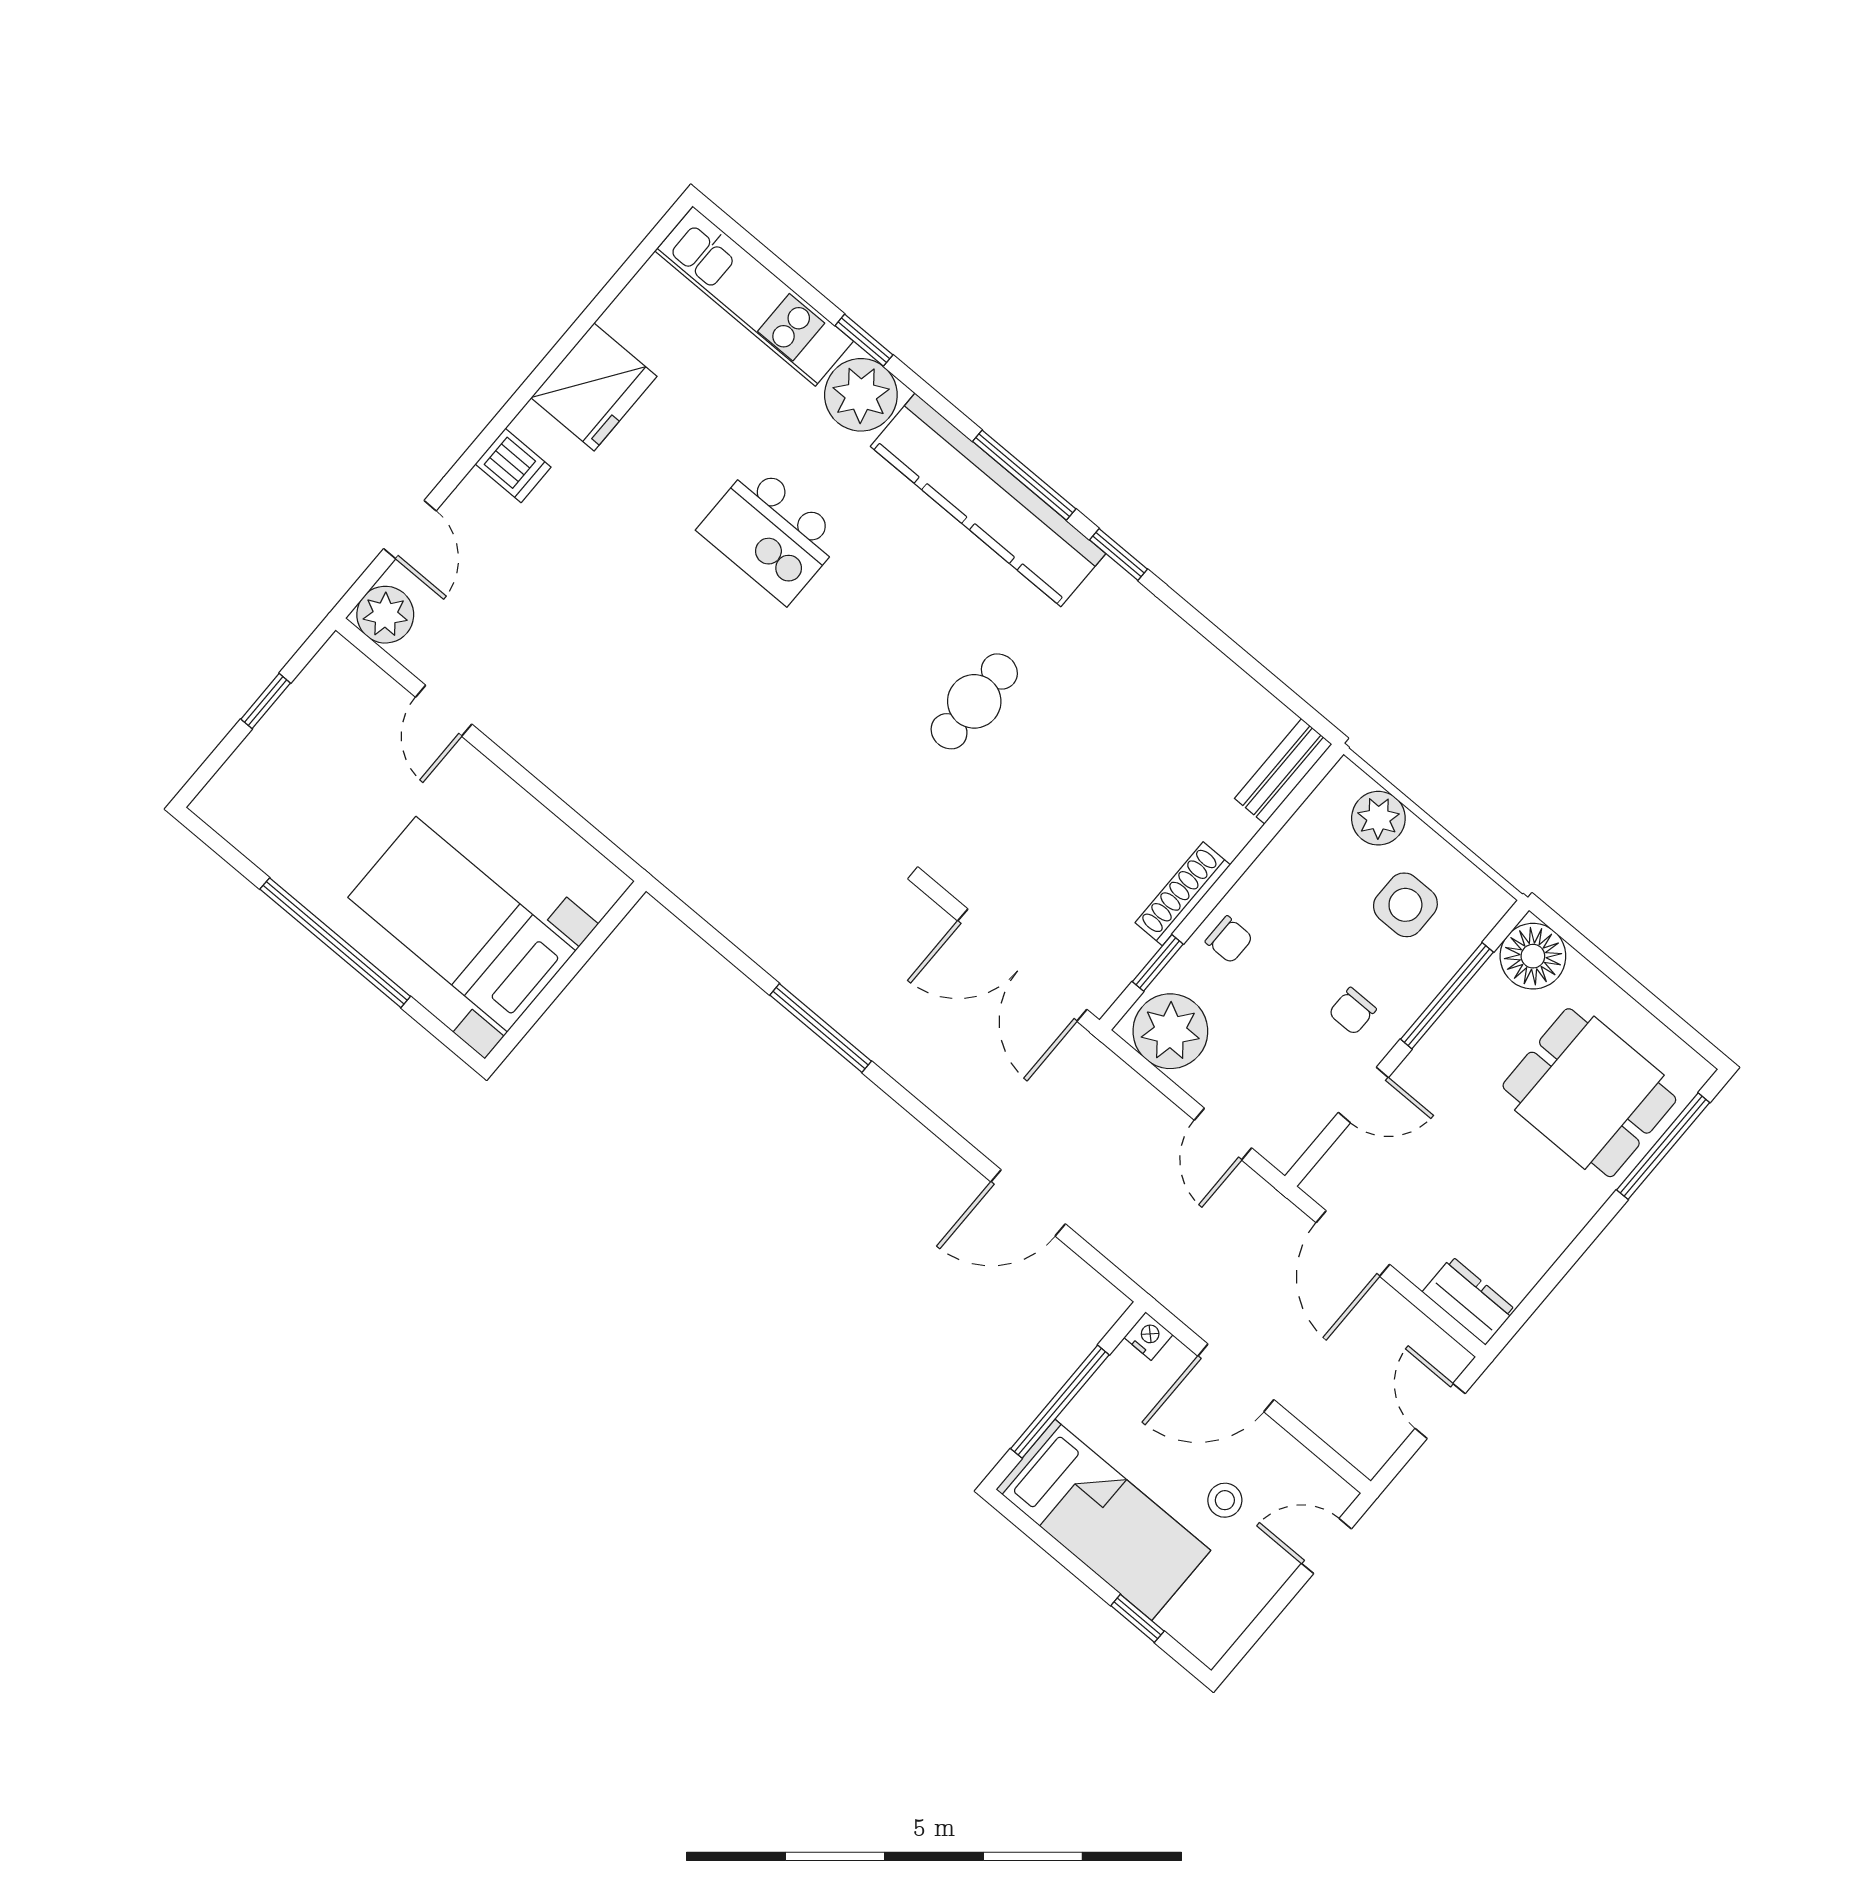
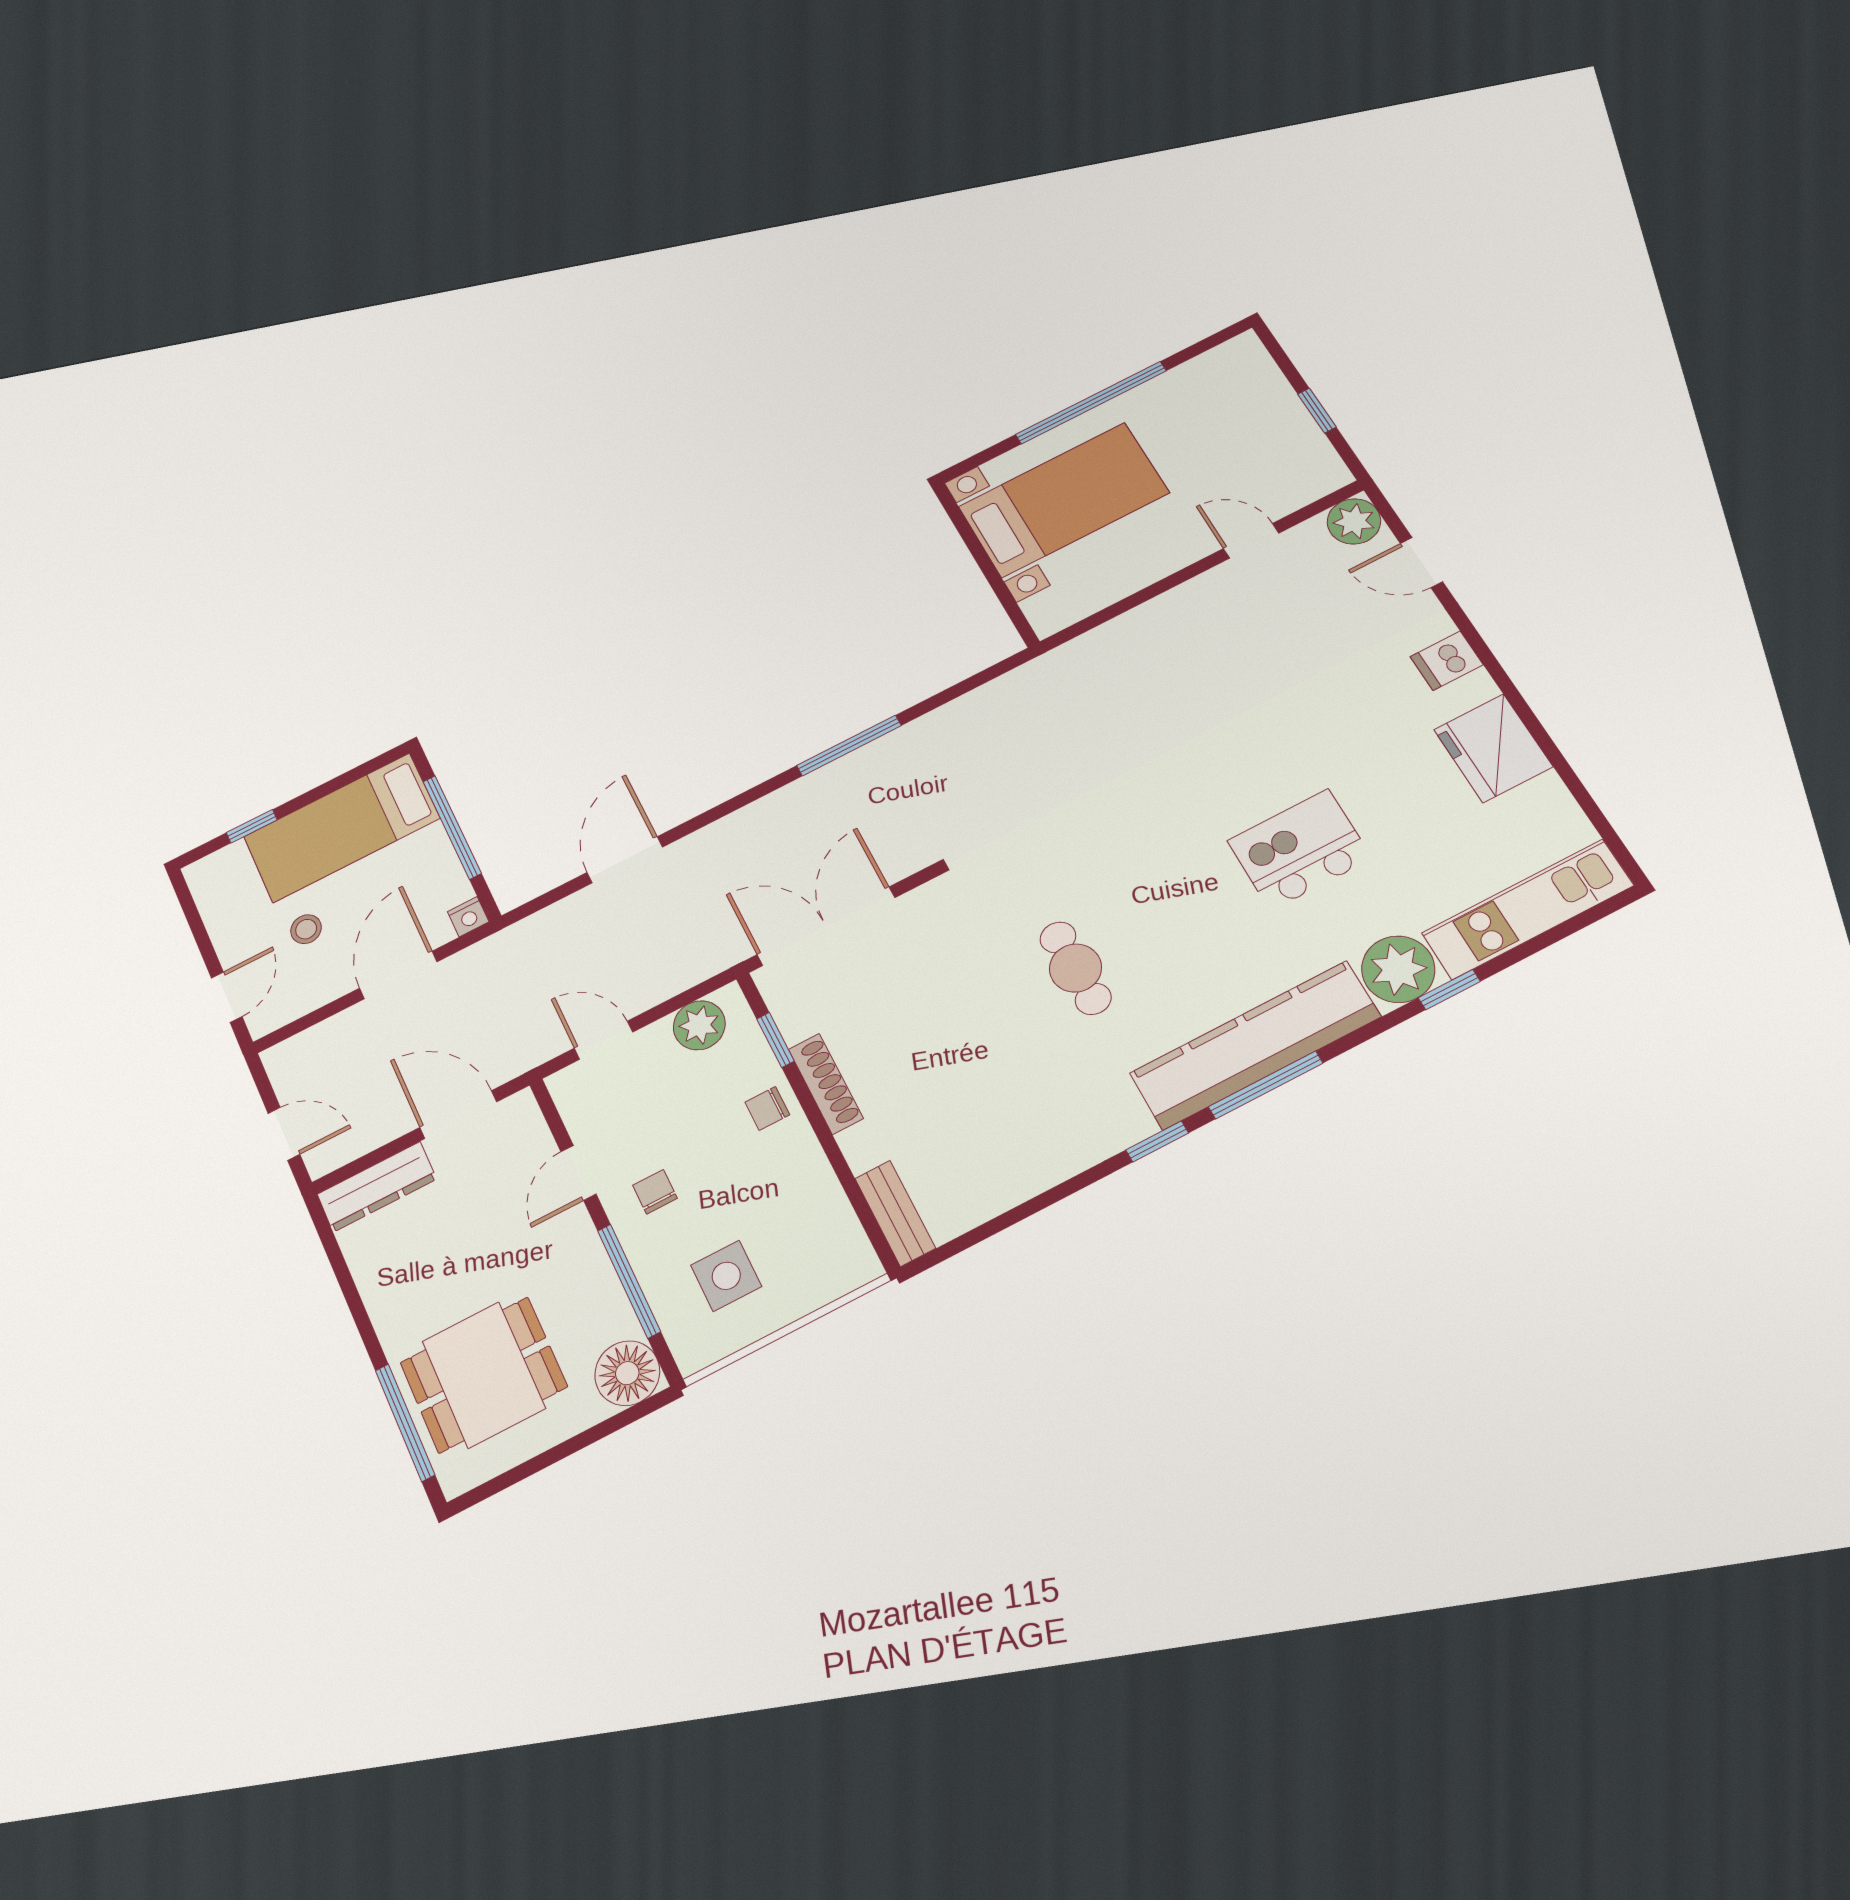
plant: (1378, 818) -> (815, 1282), removed
plant: (1170, 1031) -> (699, 1025), width x0.73, depth x0.73
dresser: (1469, 1301) -> (377, 1187), width x1.44

